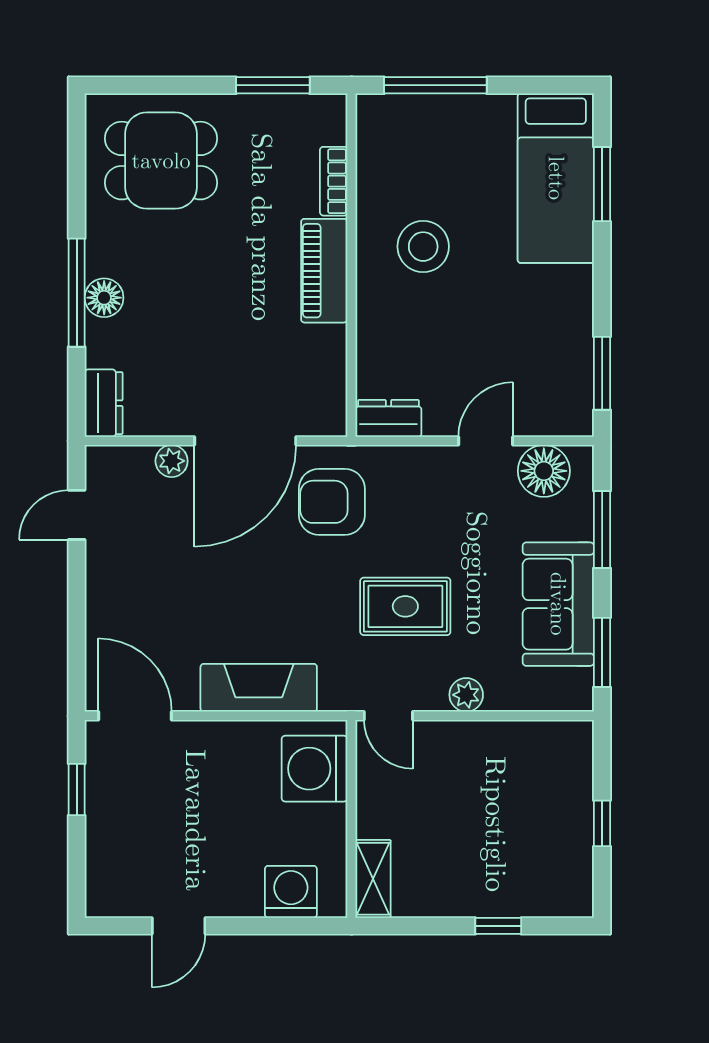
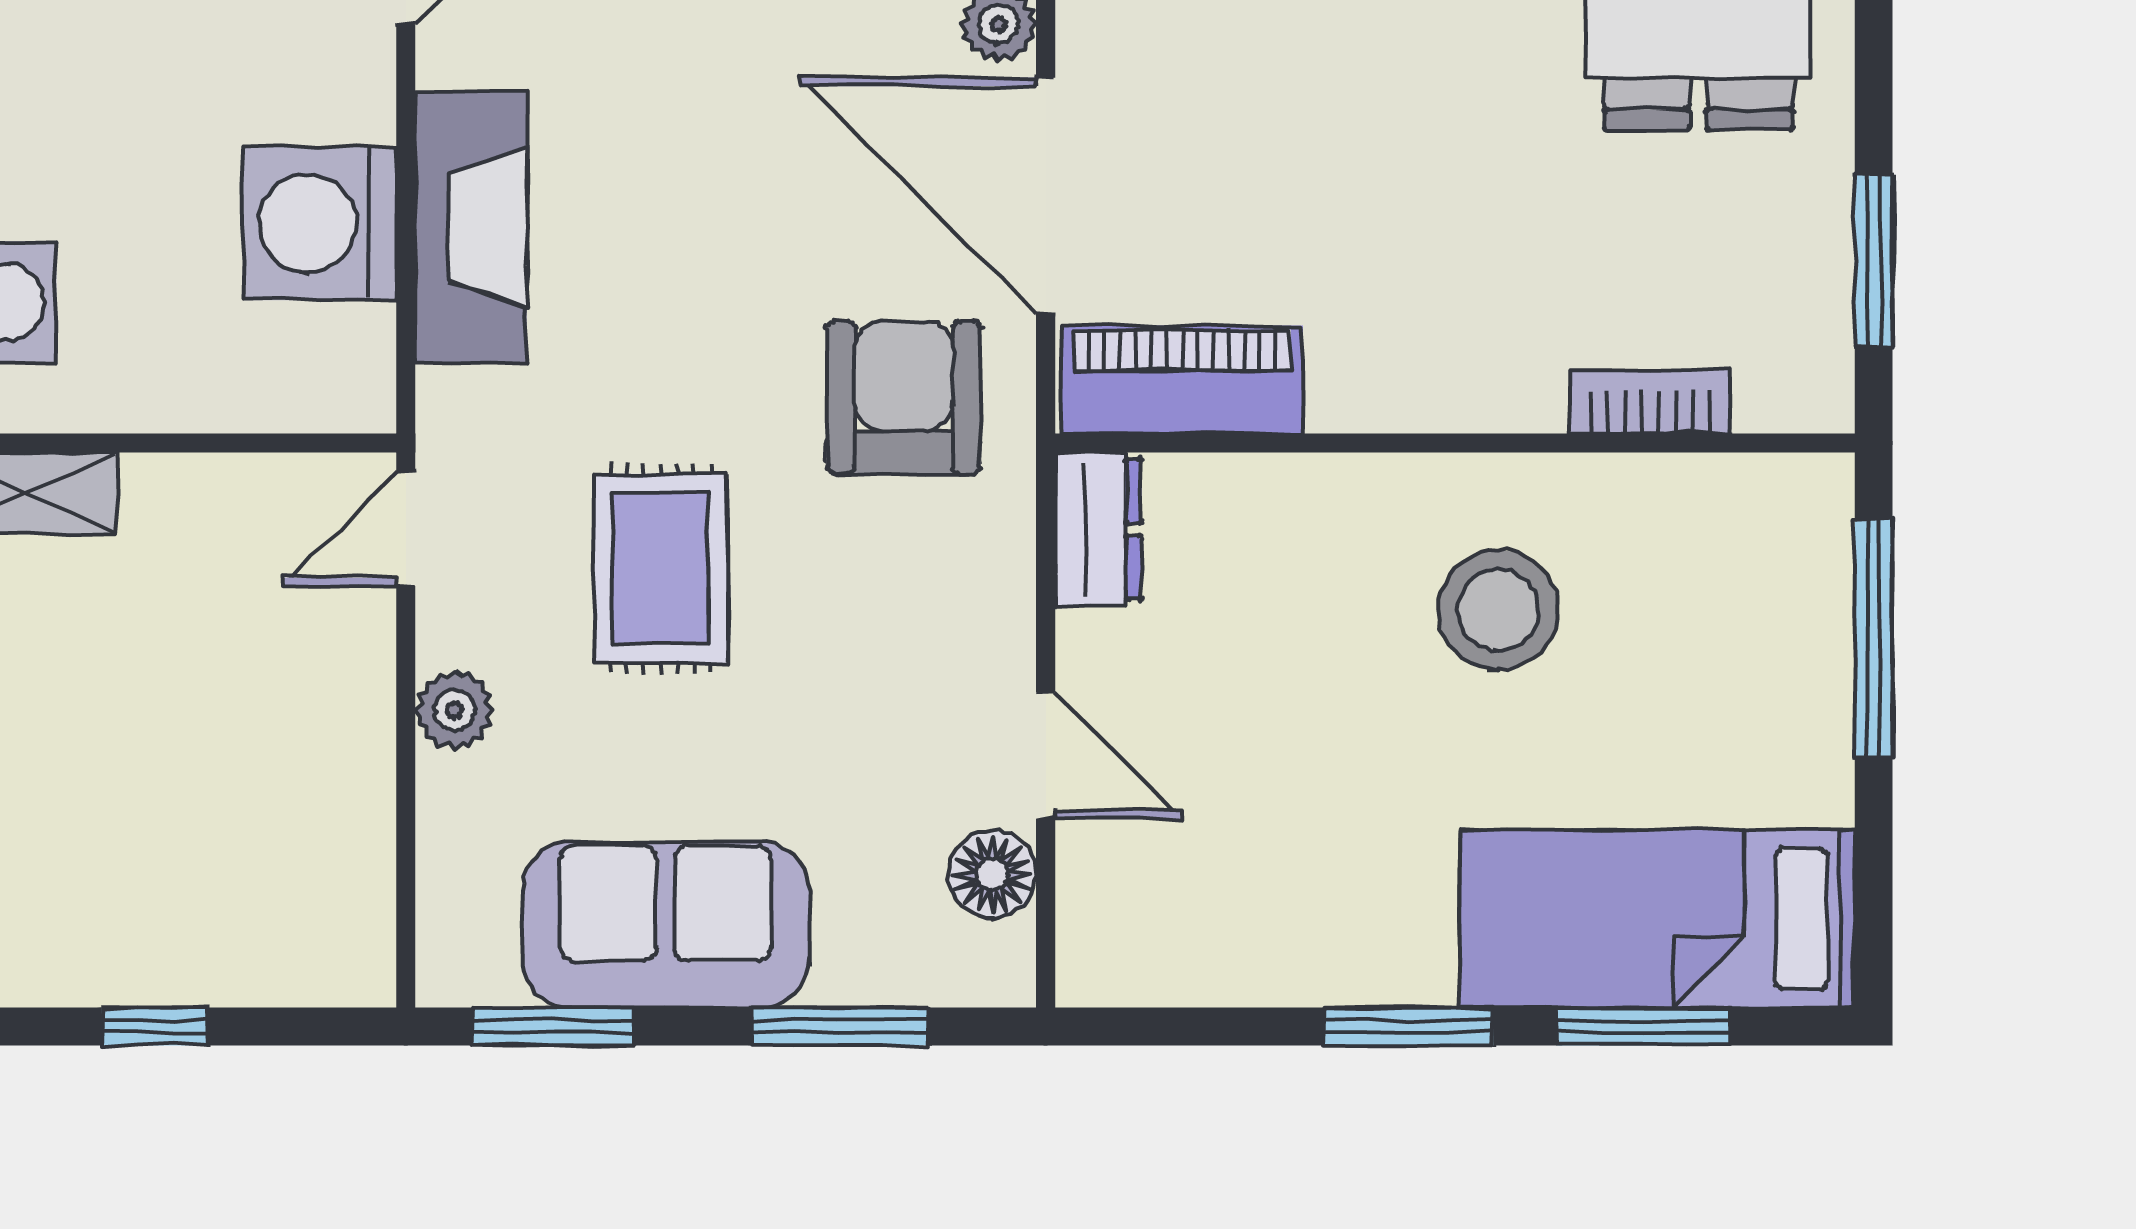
piano: (324, 271) -> (1182, 380), moved
window: (602, 373) -> (1408, 1026), moved
floor lamp: (544, 471) -> (992, 874), width x0.73, depth x0.73
washing machine: (315, 769) -> (320, 223), moved, turned -90

